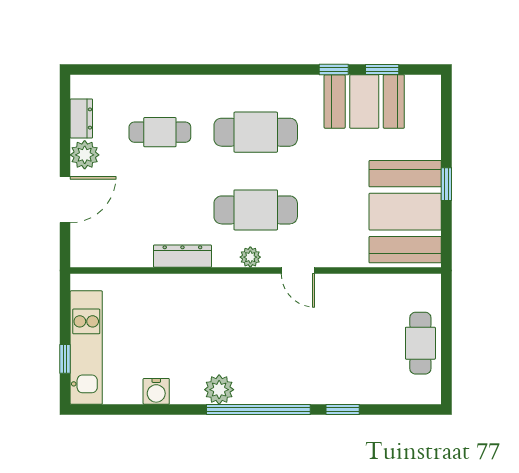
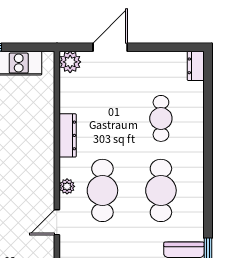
dresser: (81, 119) -> (196, 66), moved, turned 90
plant: (85, 155) -> (70, 62), moved
door: (65, 200) -> (110, 47), swing flipped

